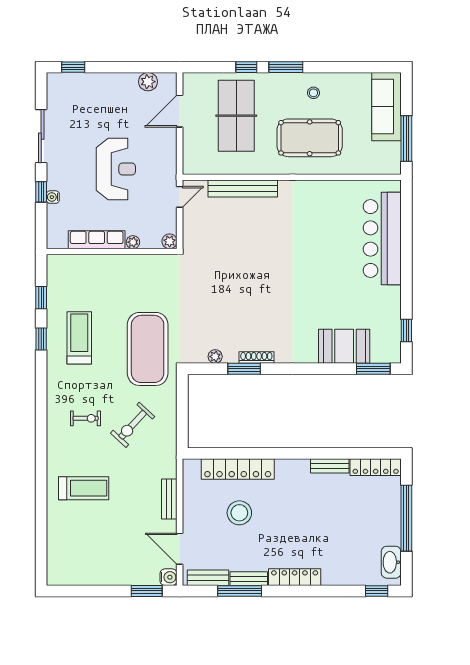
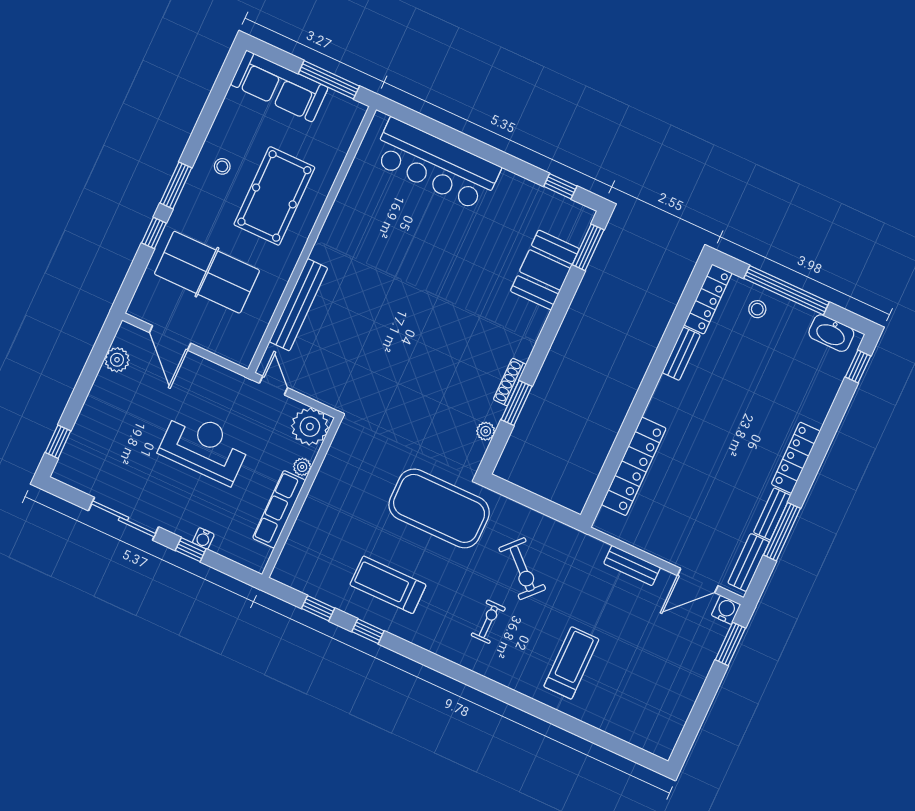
plant: (170, 241) -> (310, 427), width x1.88, depth x1.88
stool: (239, 513) -> (757, 309), moved, width x0.53, depth x0.53

